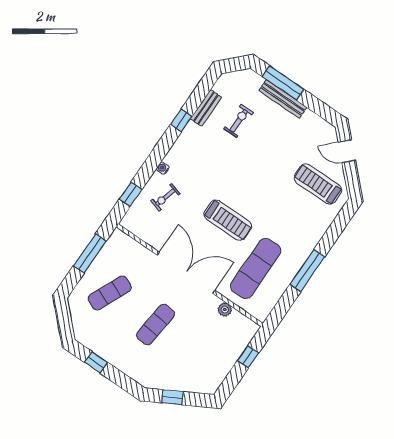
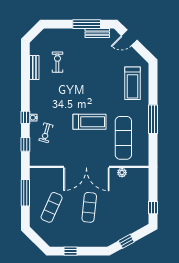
window: (283, 83) -> (87, 24), moved
bench: (283, 99) -> (97, 33), moved, width x0.73
window: (181, 120) -> (25, 117), moved
treadmill: (318, 184) -> (133, 83), moved, turned -90
double door: (186, 273) -> (86, 167), swing flipped
window: (248, 357) -> (153, 208), moved

